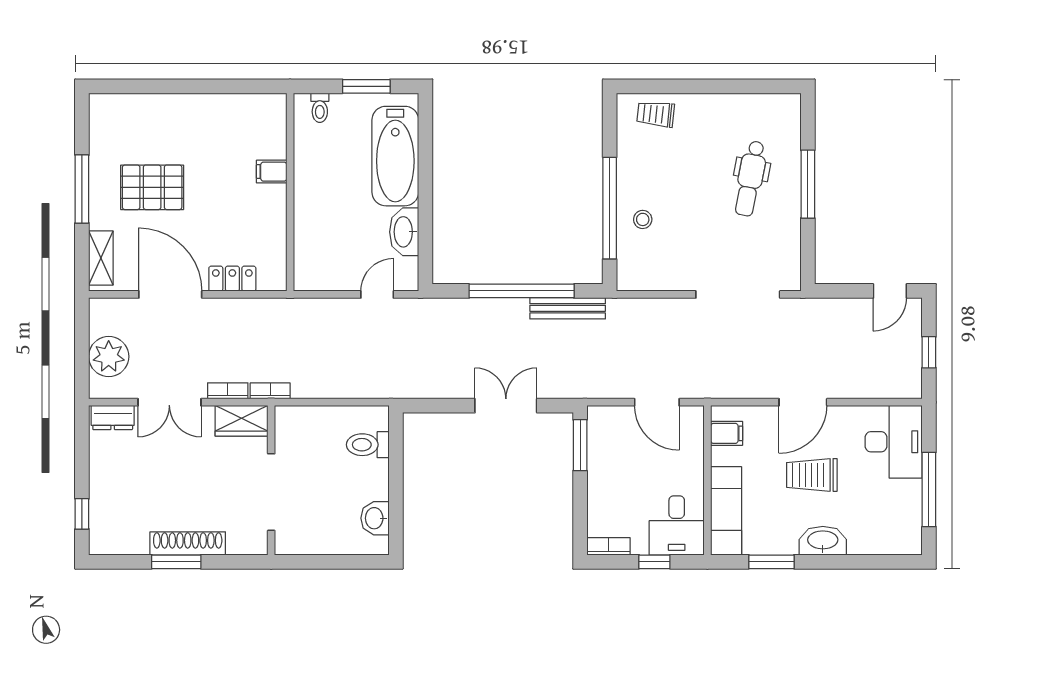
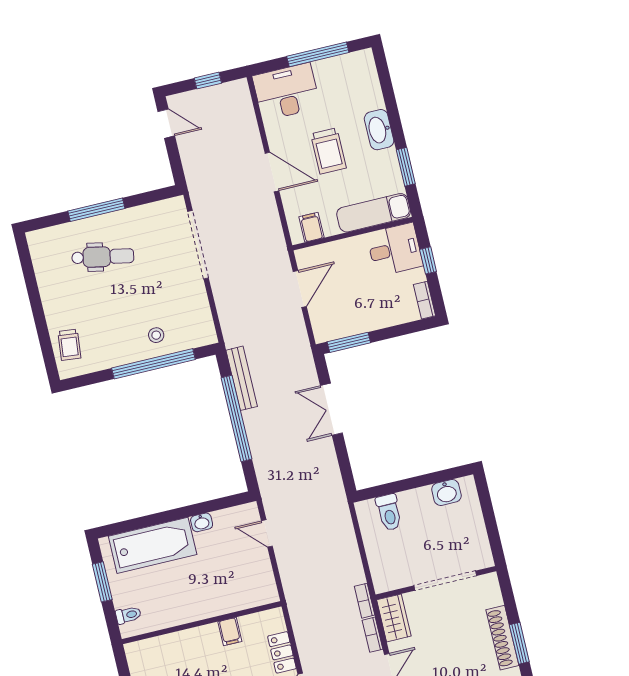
filing cabinet: (272, 172) -> (230, 632), moved
washbasin: (404, 232) -> (202, 522), width x0.52, depth x0.69

